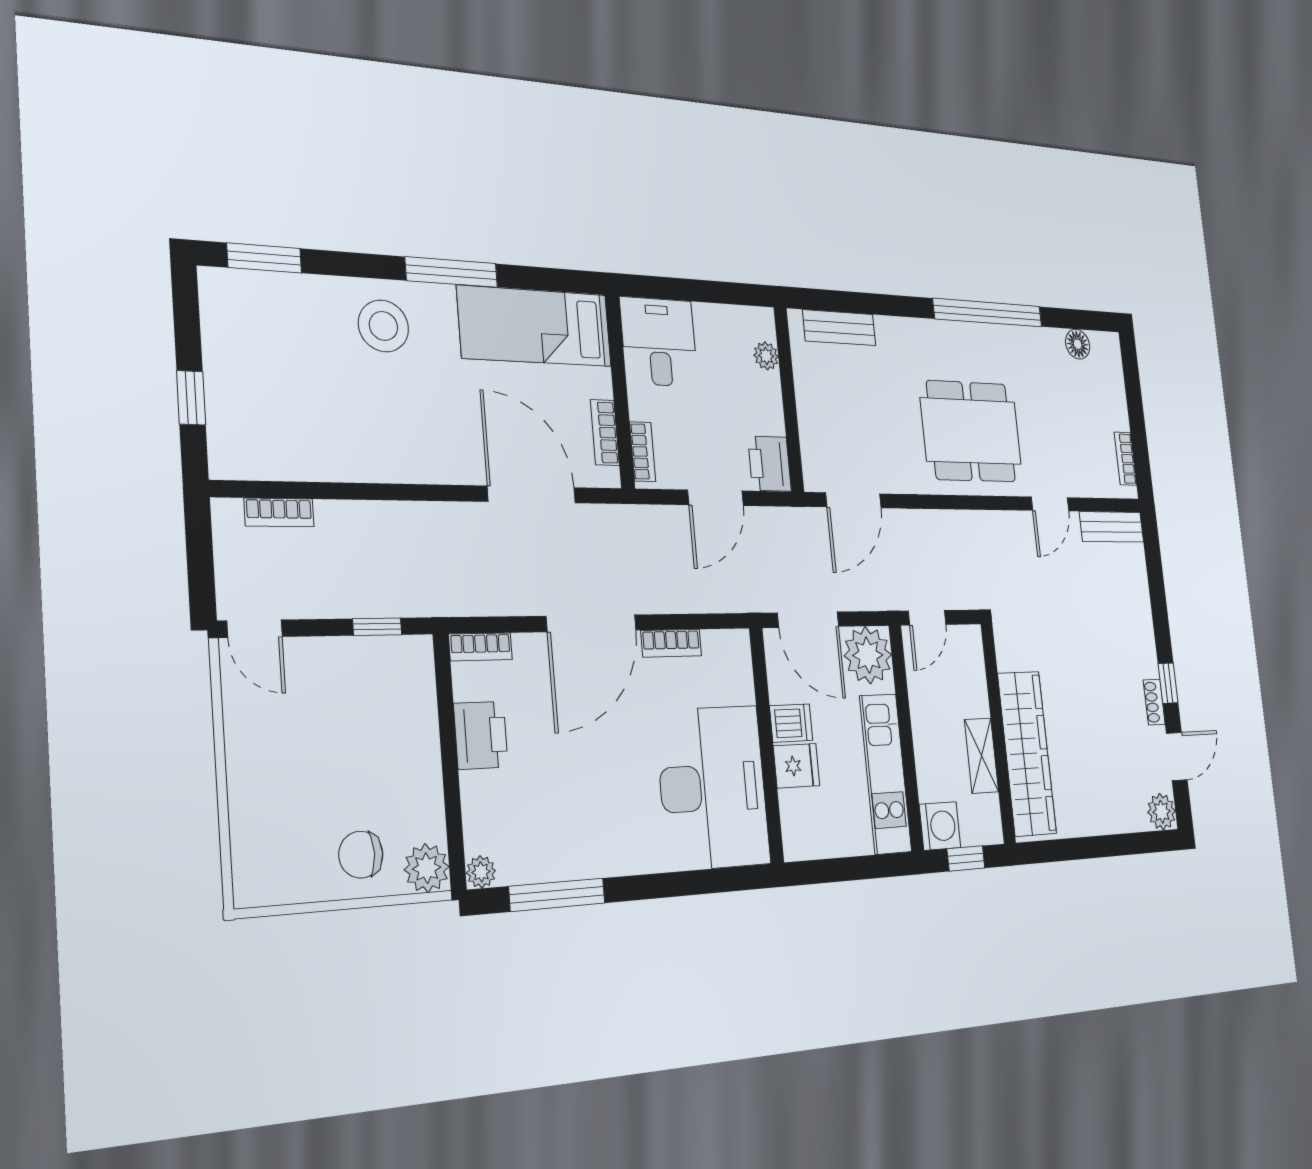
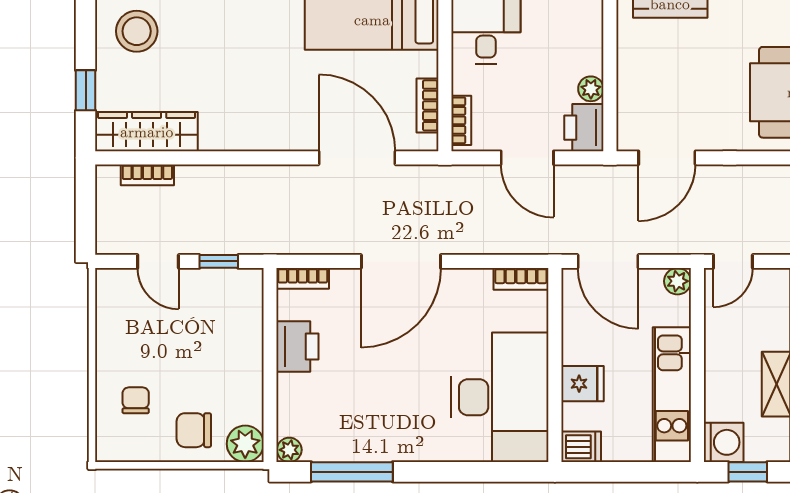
stool: (383, 326) -> (137, 31), moved
plant: (766, 356) -> (591, 89), moved
wardrobe: (275, 455) -> (147, 132), added
door: (716, 498) -> (527, 158), hinge flipped
door: (255, 629) -> (158, 261), moved
bookcase: (671, 643) -> (521, 279), moved
plant: (868, 655) -> (677, 281), width x0.53, depth x0.53
dishwasher: (791, 723) -> (581, 447), moved
chair: (282, 819) -> (136, 400), added

